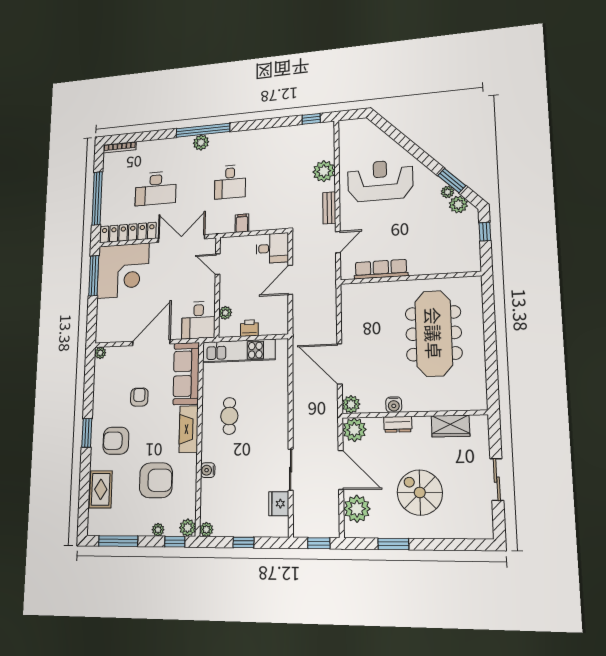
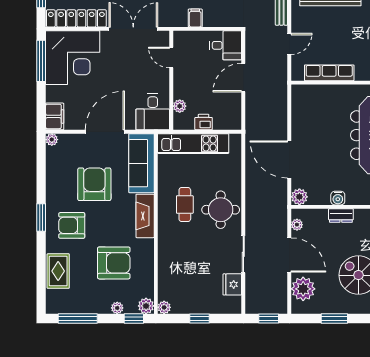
filing cabinet: (104, 330) -> (55, 116), added
armchair: (139, 397) -> (94, 184), width x1.88, depth x1.88
round table: (267, 421) -> (221, 210), added
plant: (354, 430) -> (297, 225), width x0.53, depth x0.53
water cooler: (208, 470) -> (165, 254), removed

